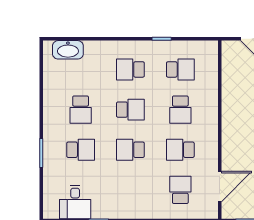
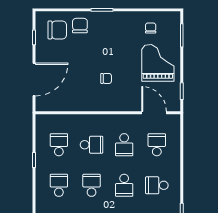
school desk: (130, 69) -> (59, 185), turned 180
school desk: (130, 190) -> (157, 185), added
school desk: (180, 190) -> (157, 145), turned 90

